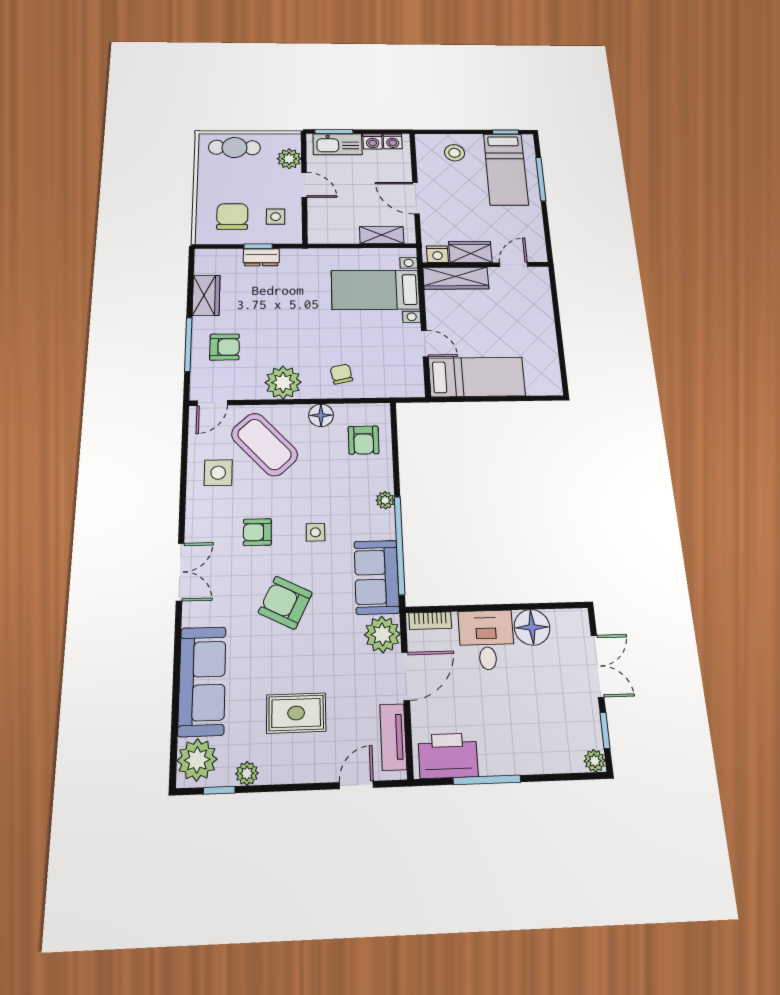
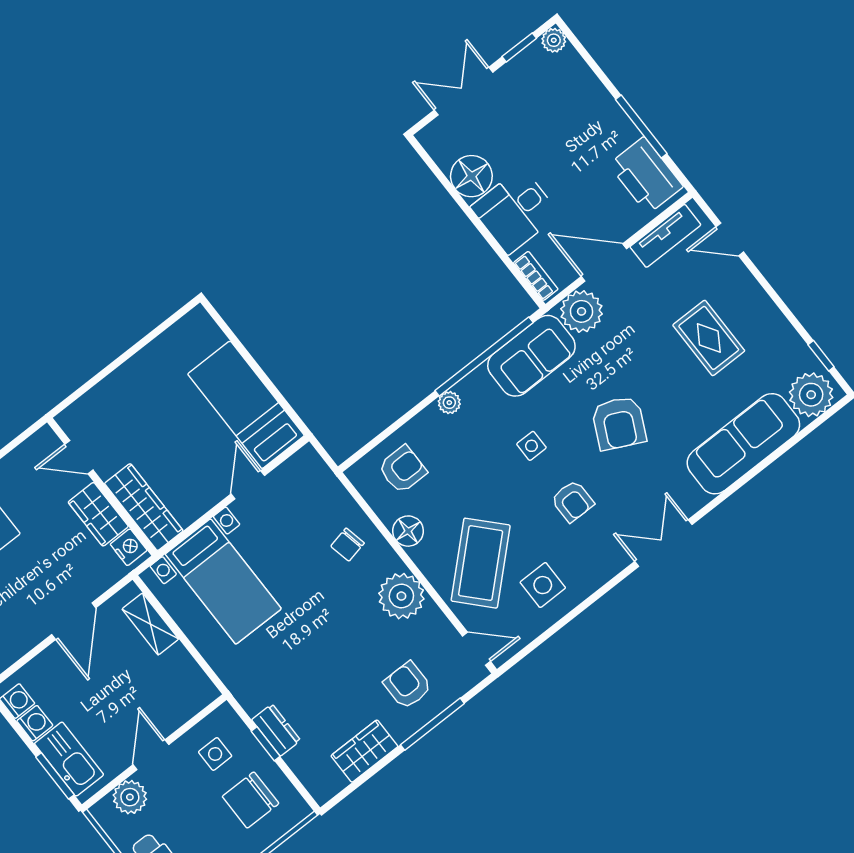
plant: (247, 773) -> (790, 342), removed

